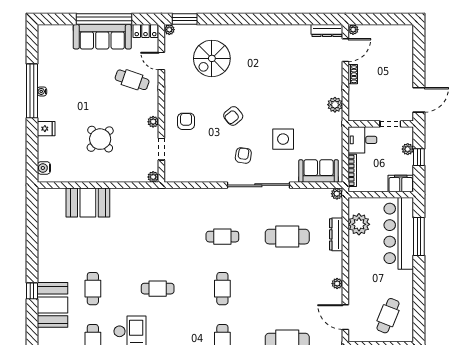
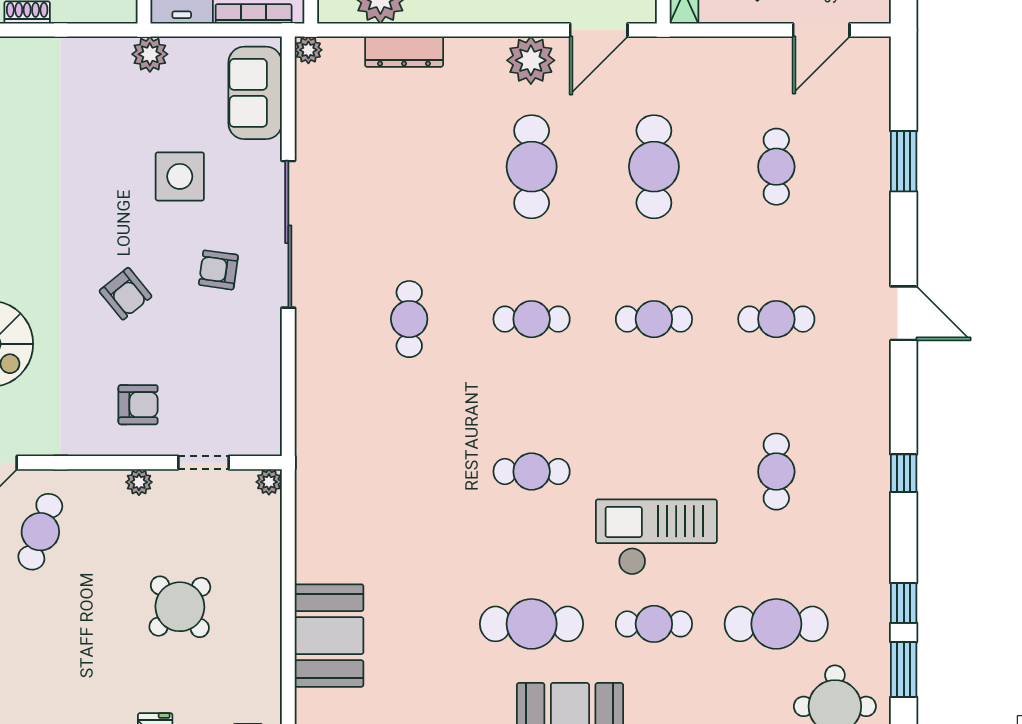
plant: (335, 105) -> (150, 54), moved
armchair: (186, 121) -> (138, 405), turned 180
cafe table: (287, 237) -> (532, 167), moved
plant: (337, 284) -> (531, 60), width x1.87, depth x1.87
cafe table: (93, 289) -> (532, 624), width x1.37, depth x1.35
cafe table: (158, 289) -> (532, 472), turned 90

